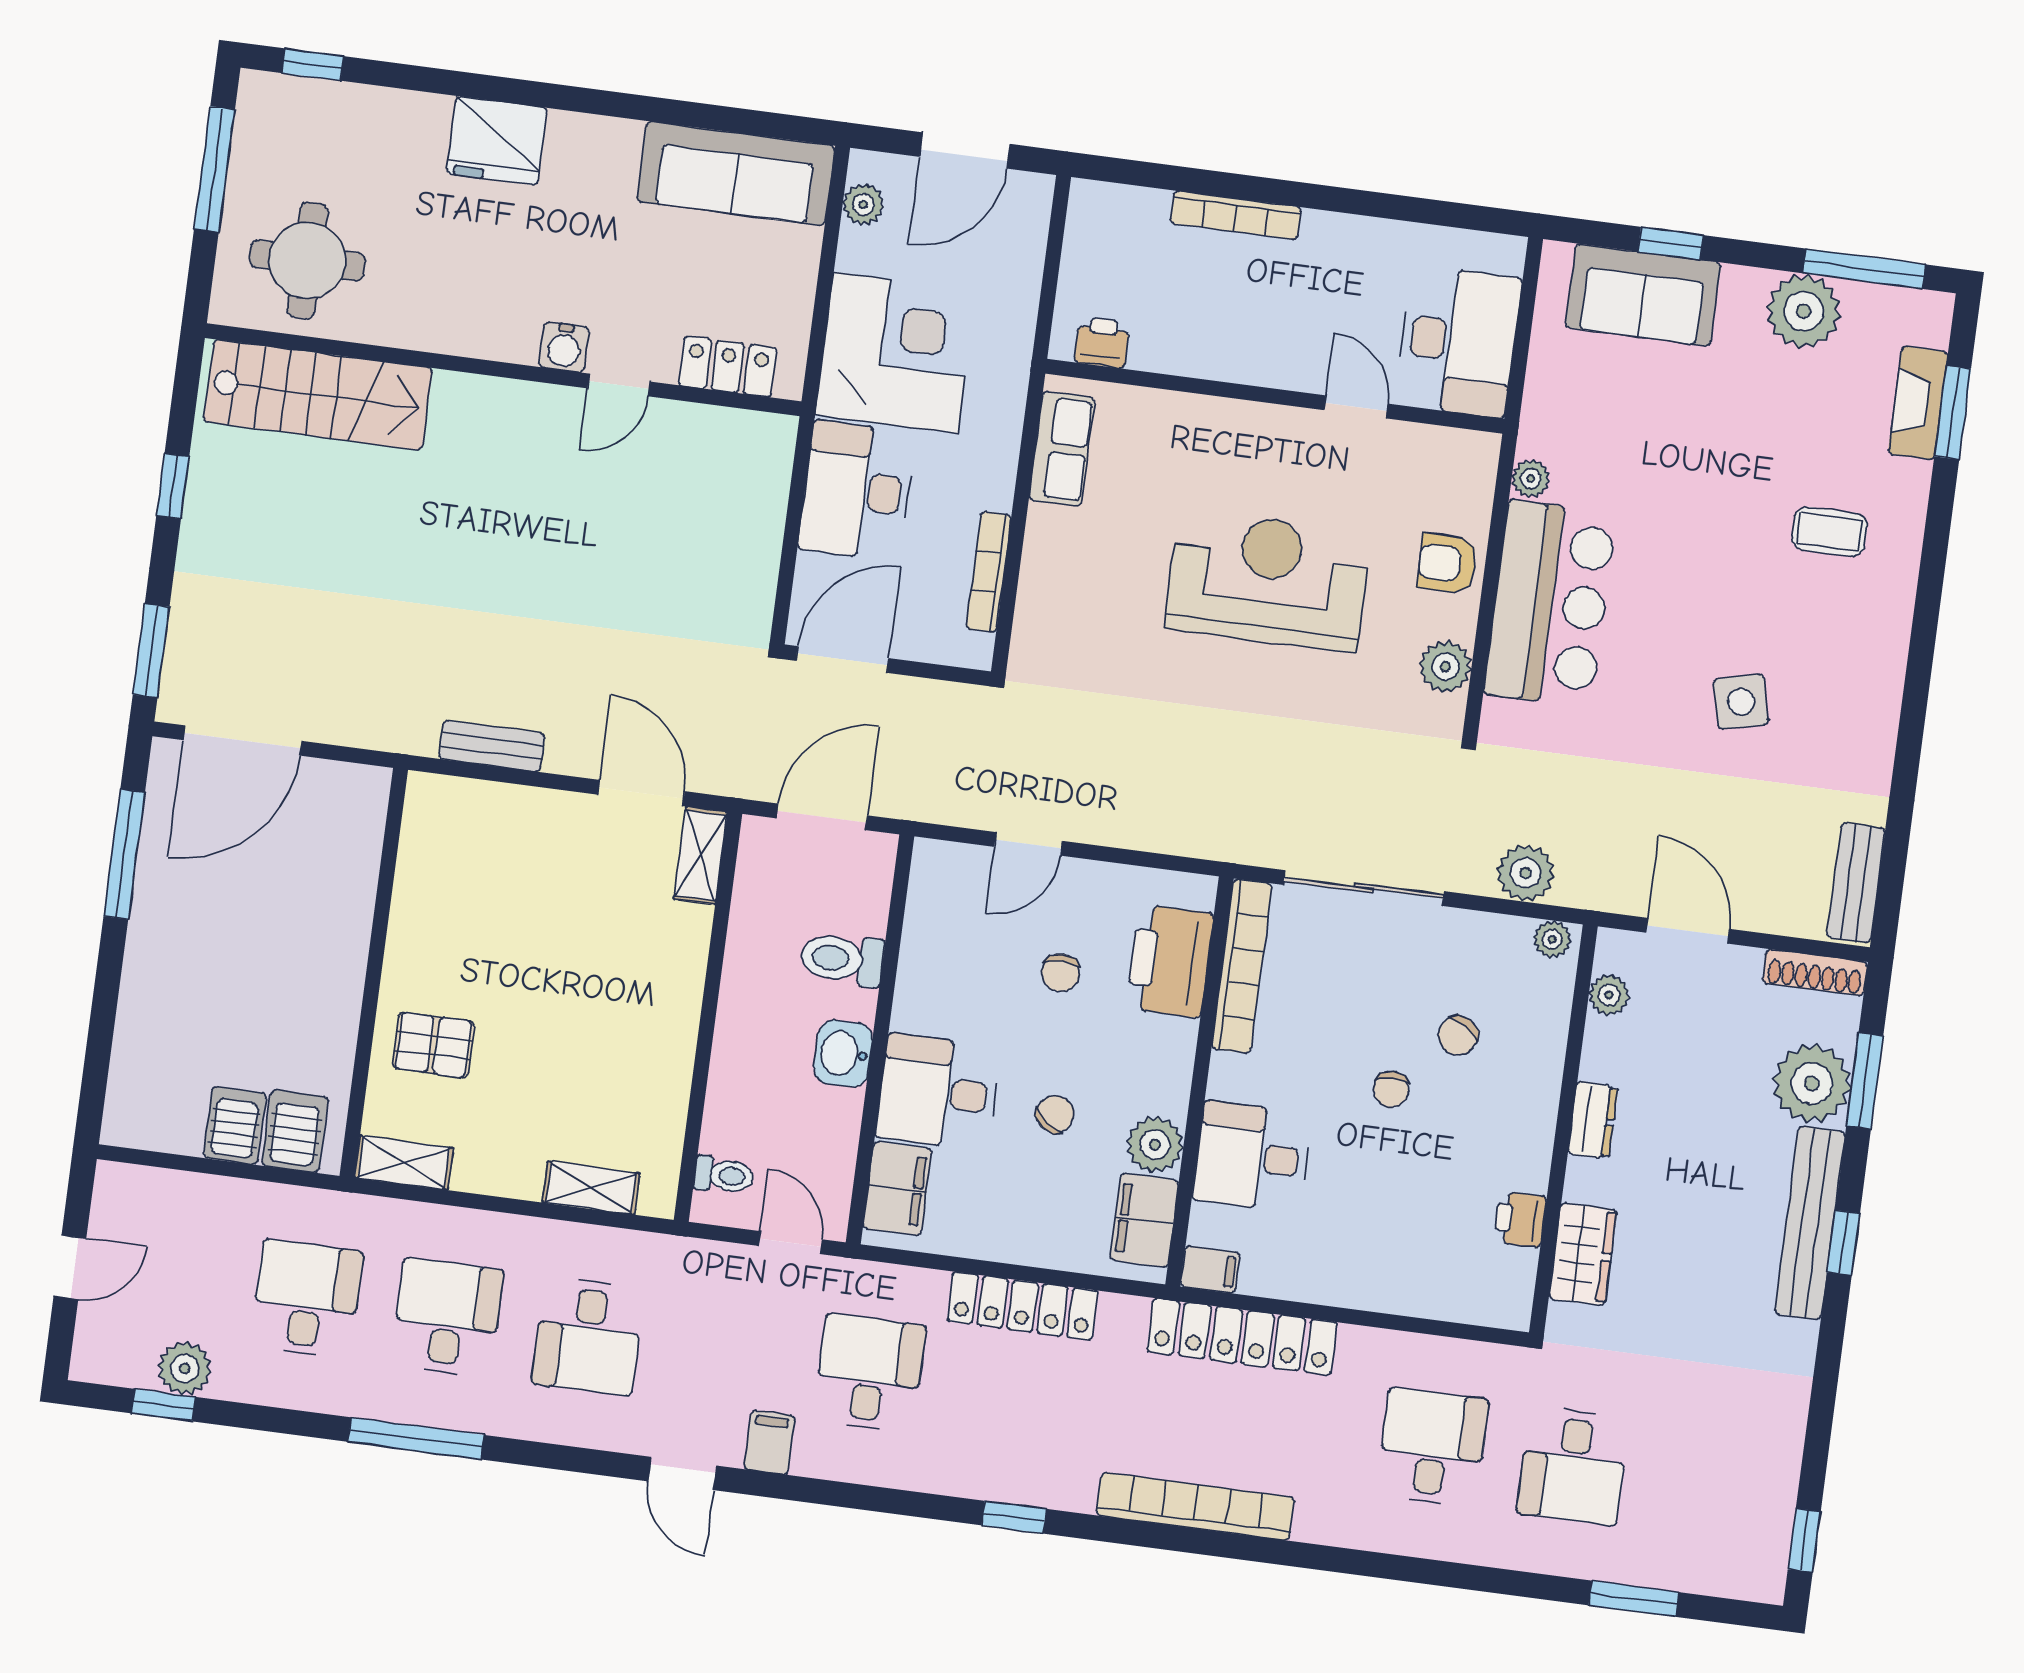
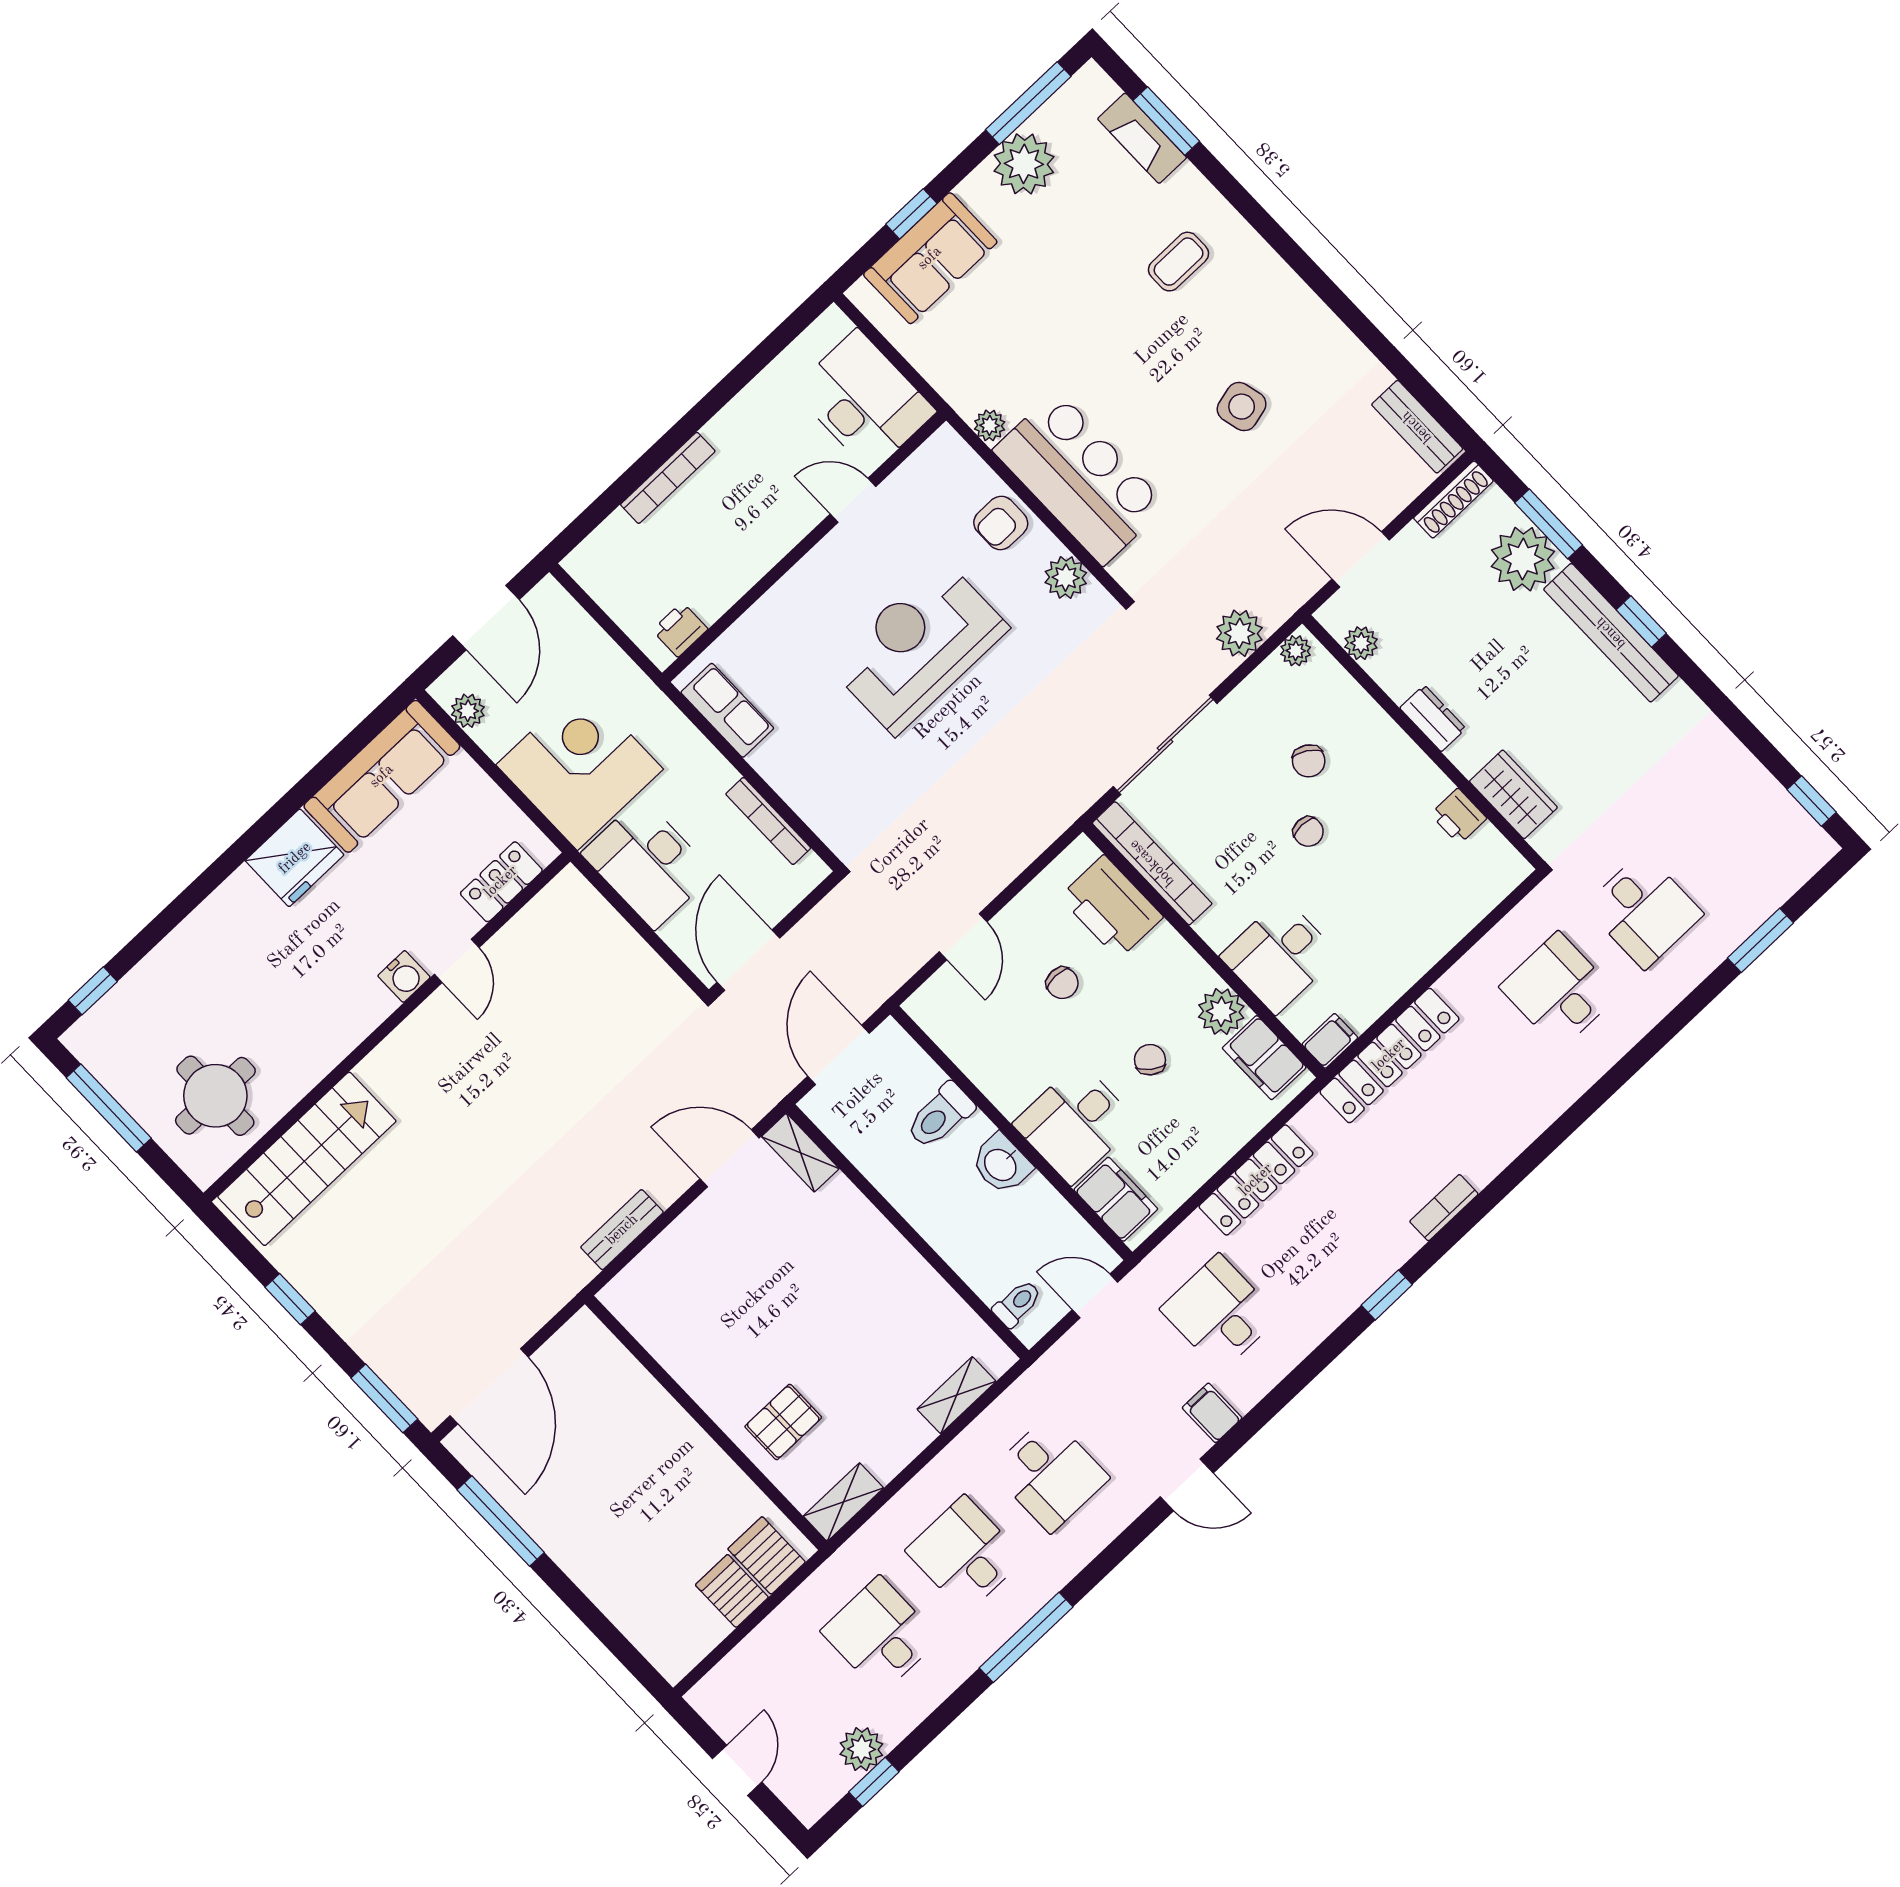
fridge: (497, 141) -> (295, 858), moved
bookcase: (1195, 1506) -> (1444, 1208), width x0.43, depth x0.76

